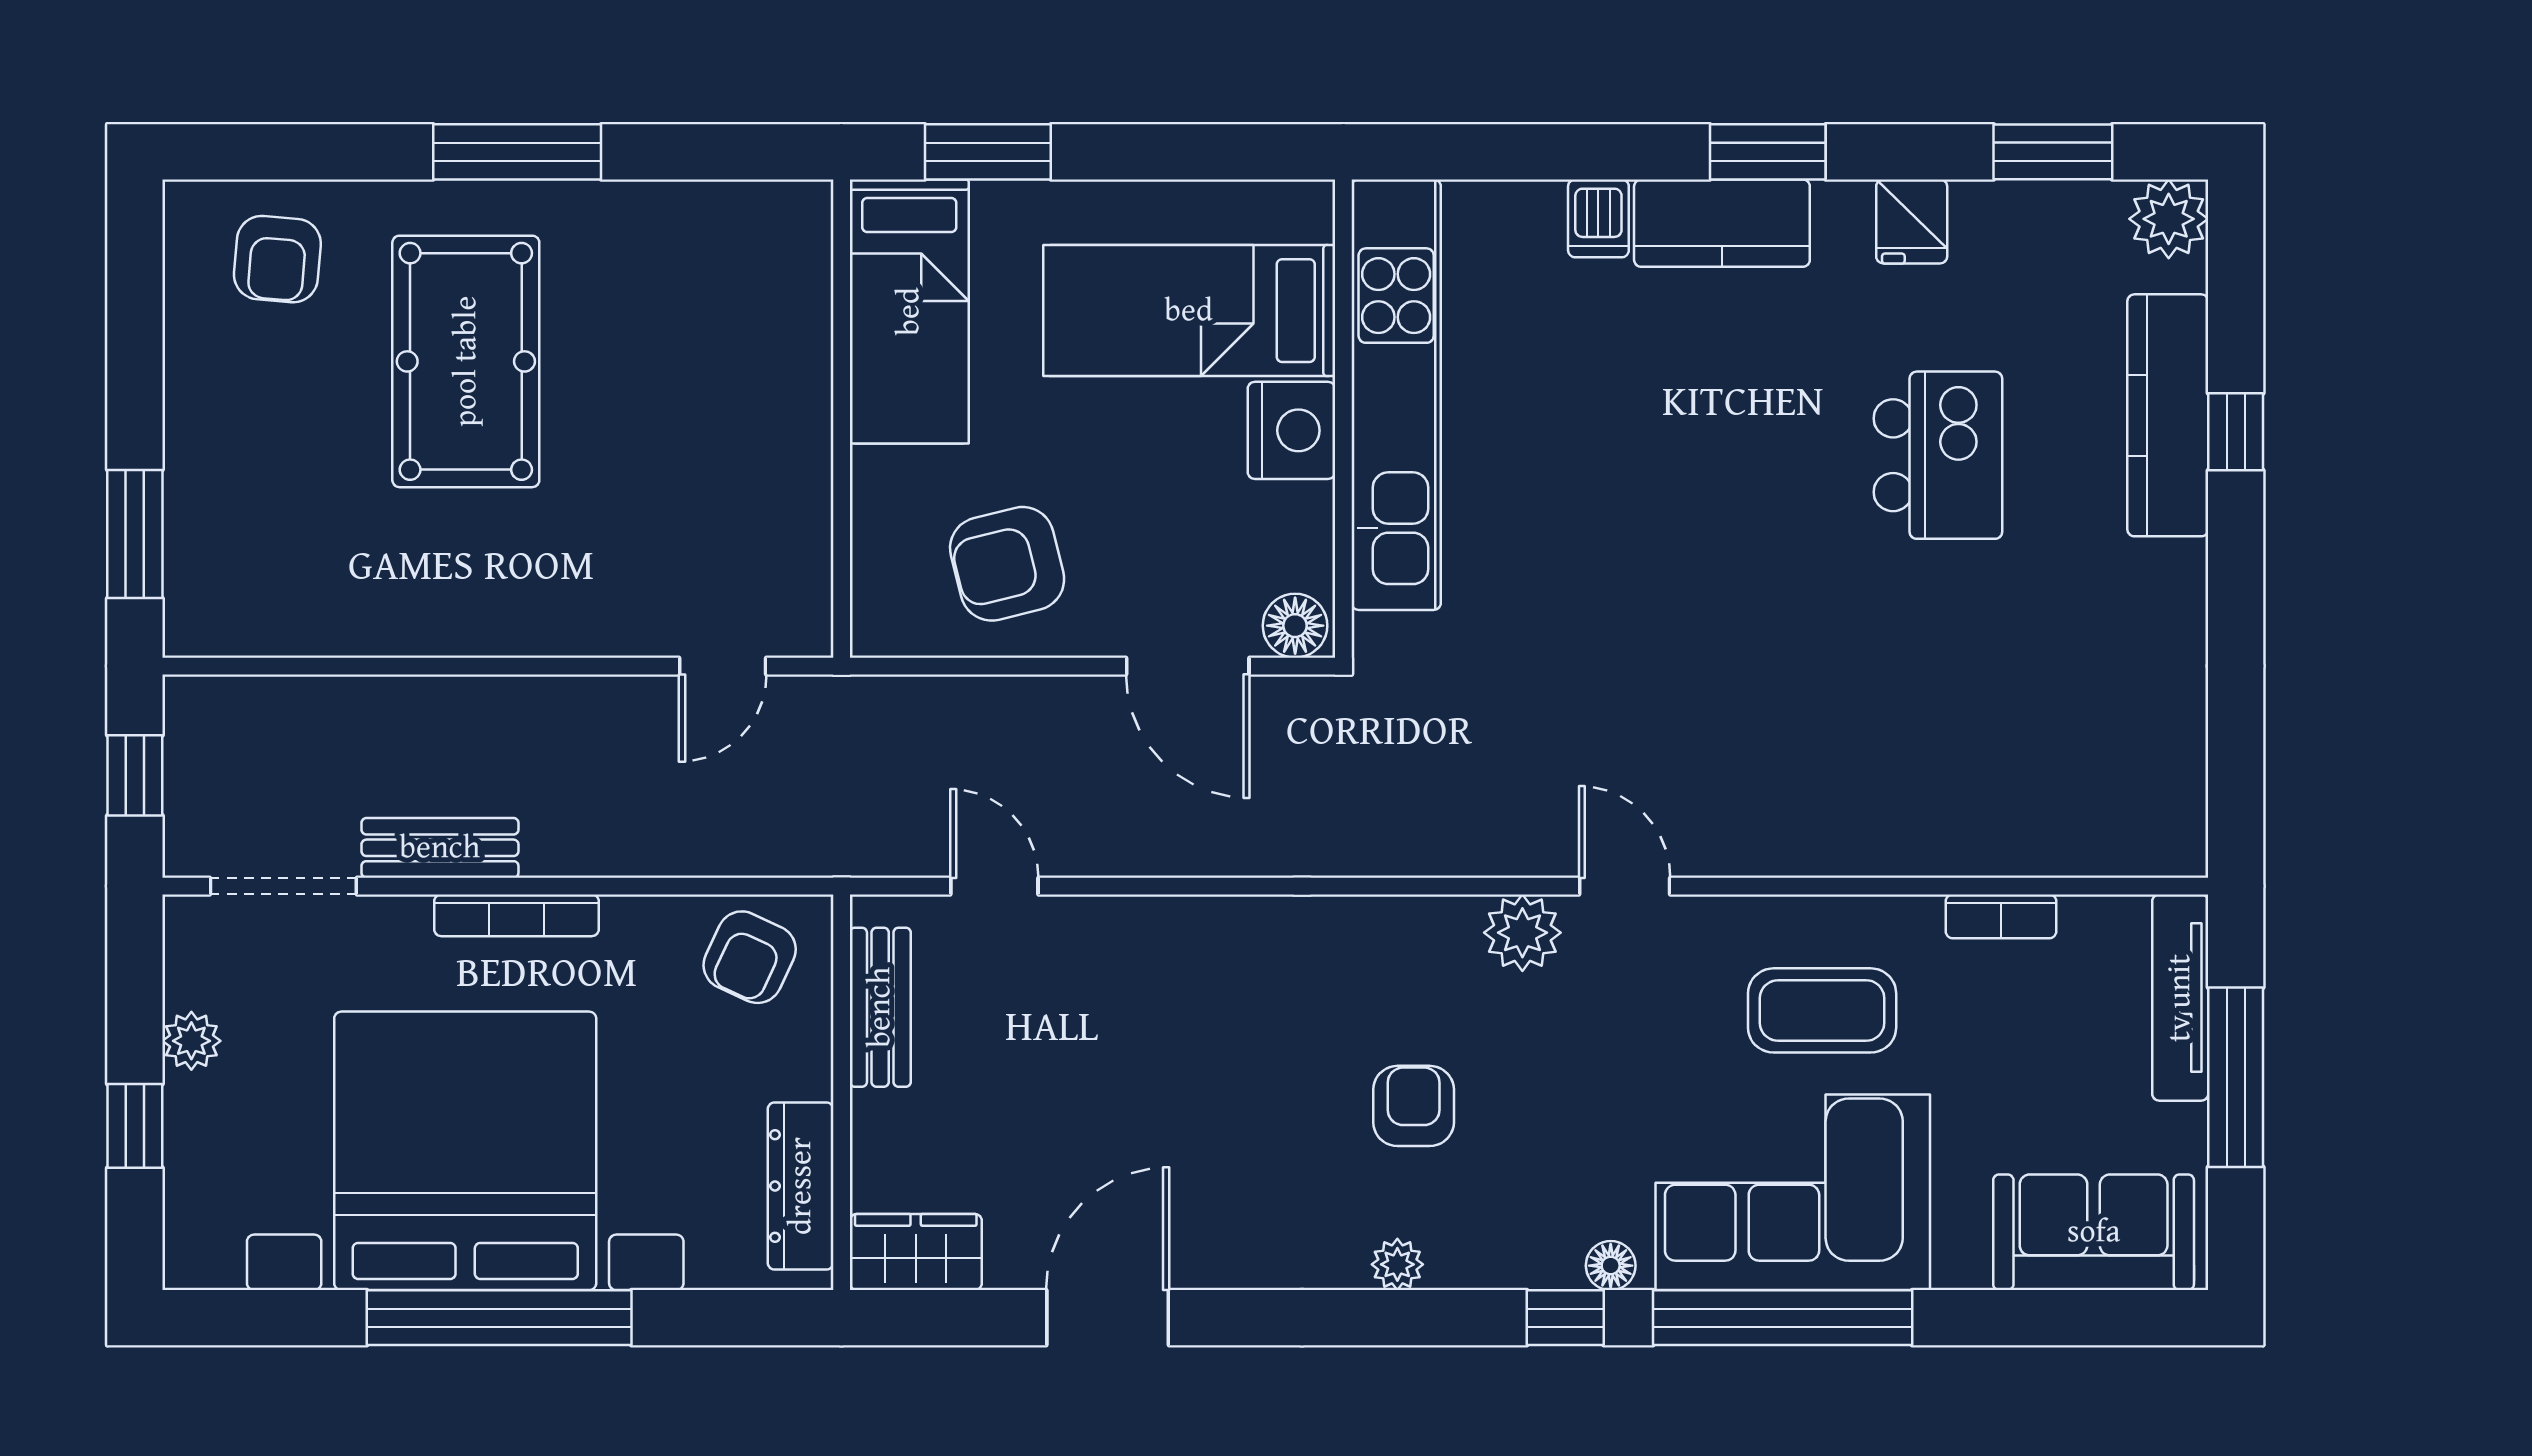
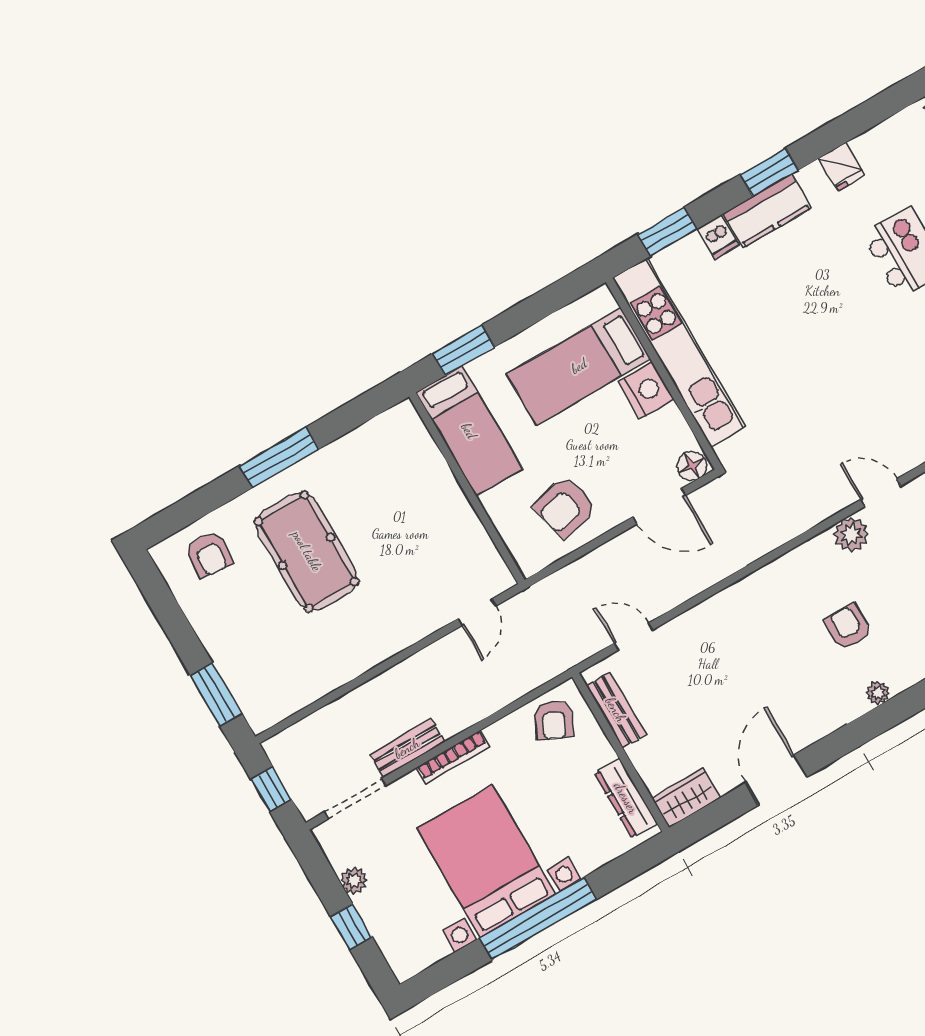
window: (2053, 152) -> (667, 232), moved
bed with nightstands: (465, 1151) -> (486, 861), width x0.73

